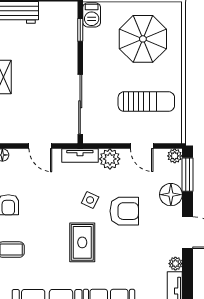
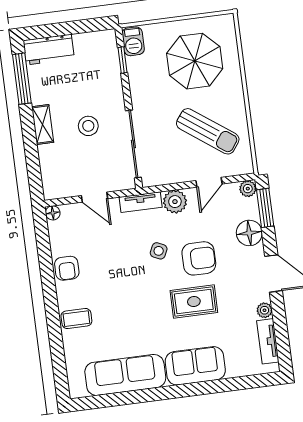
stool: (43, 83) -> (88, 126), added
sun lounger: (146, 102) -> (208, 131), turned 36
door: (142, 146) -> (209, 182), hinge flipped
rug: (82, 242) -> (194, 302), moved, turned 90

